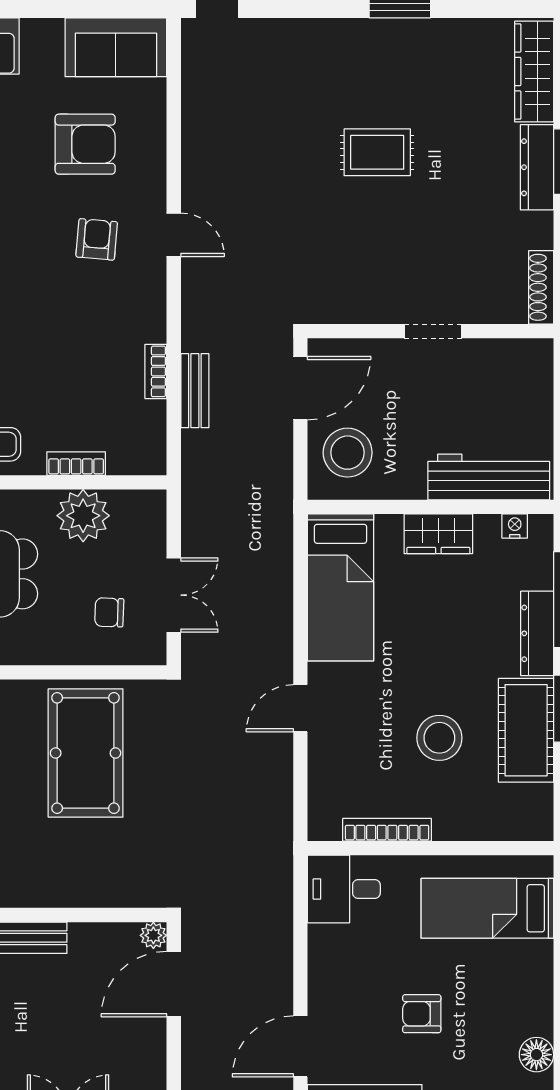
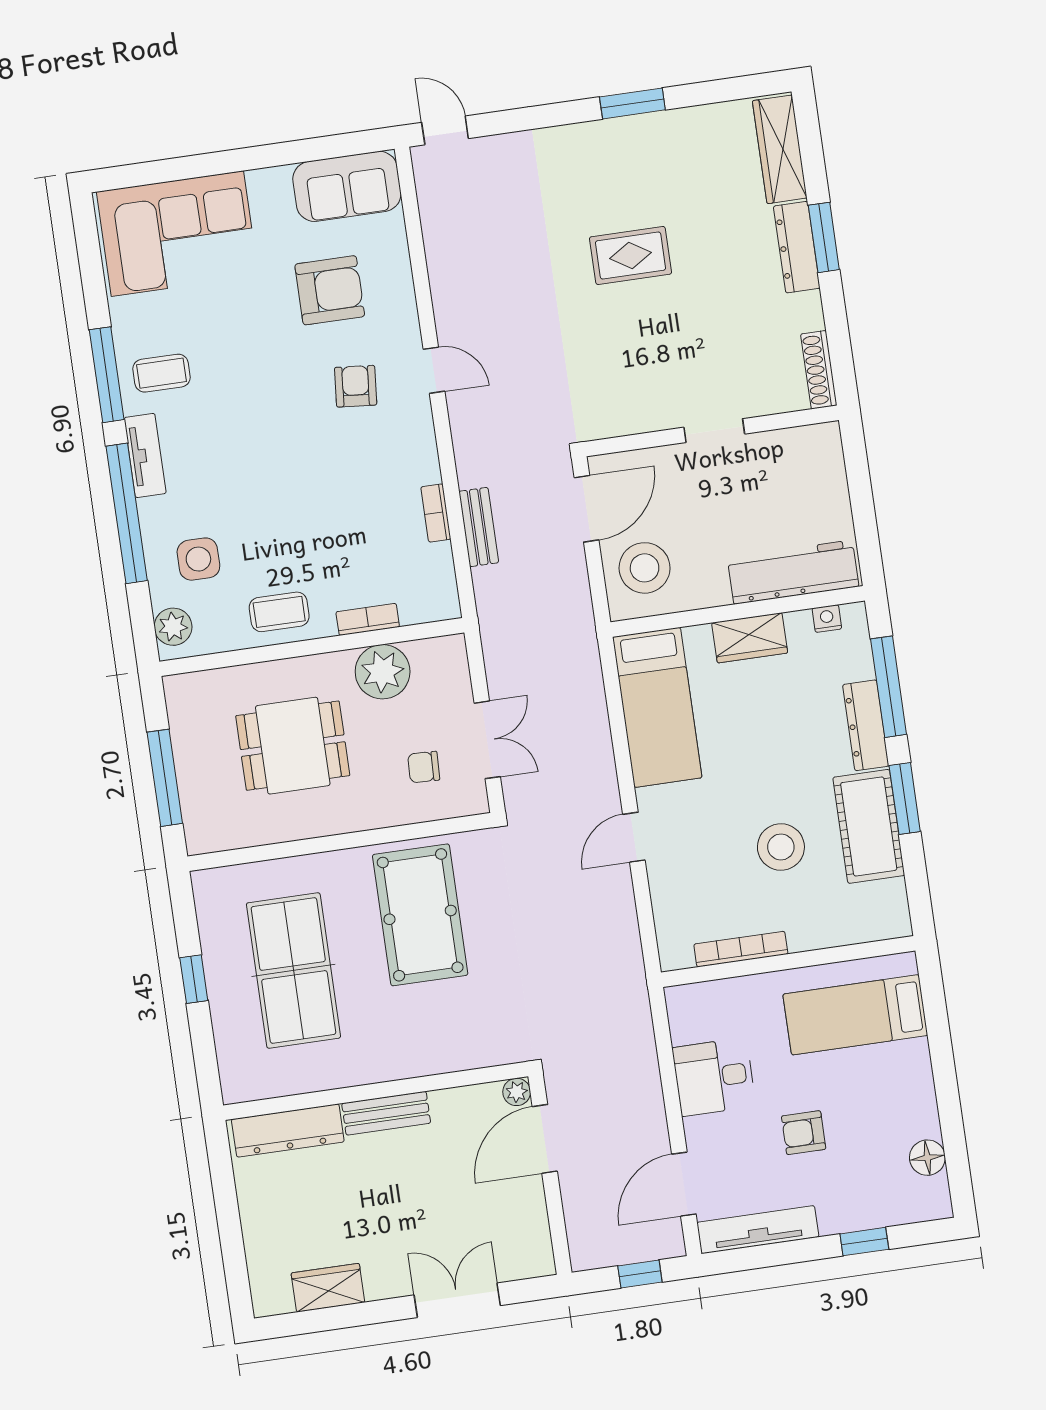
desk: (344, 889) -> (714, 1077), moved

